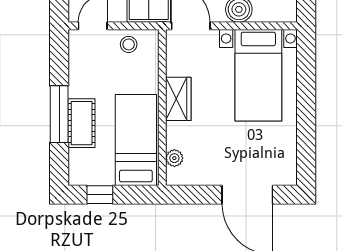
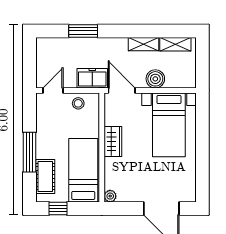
cot: (82, 123) -> (45, 177), moved
plant: (174, 158) -> (110, 196), moved

